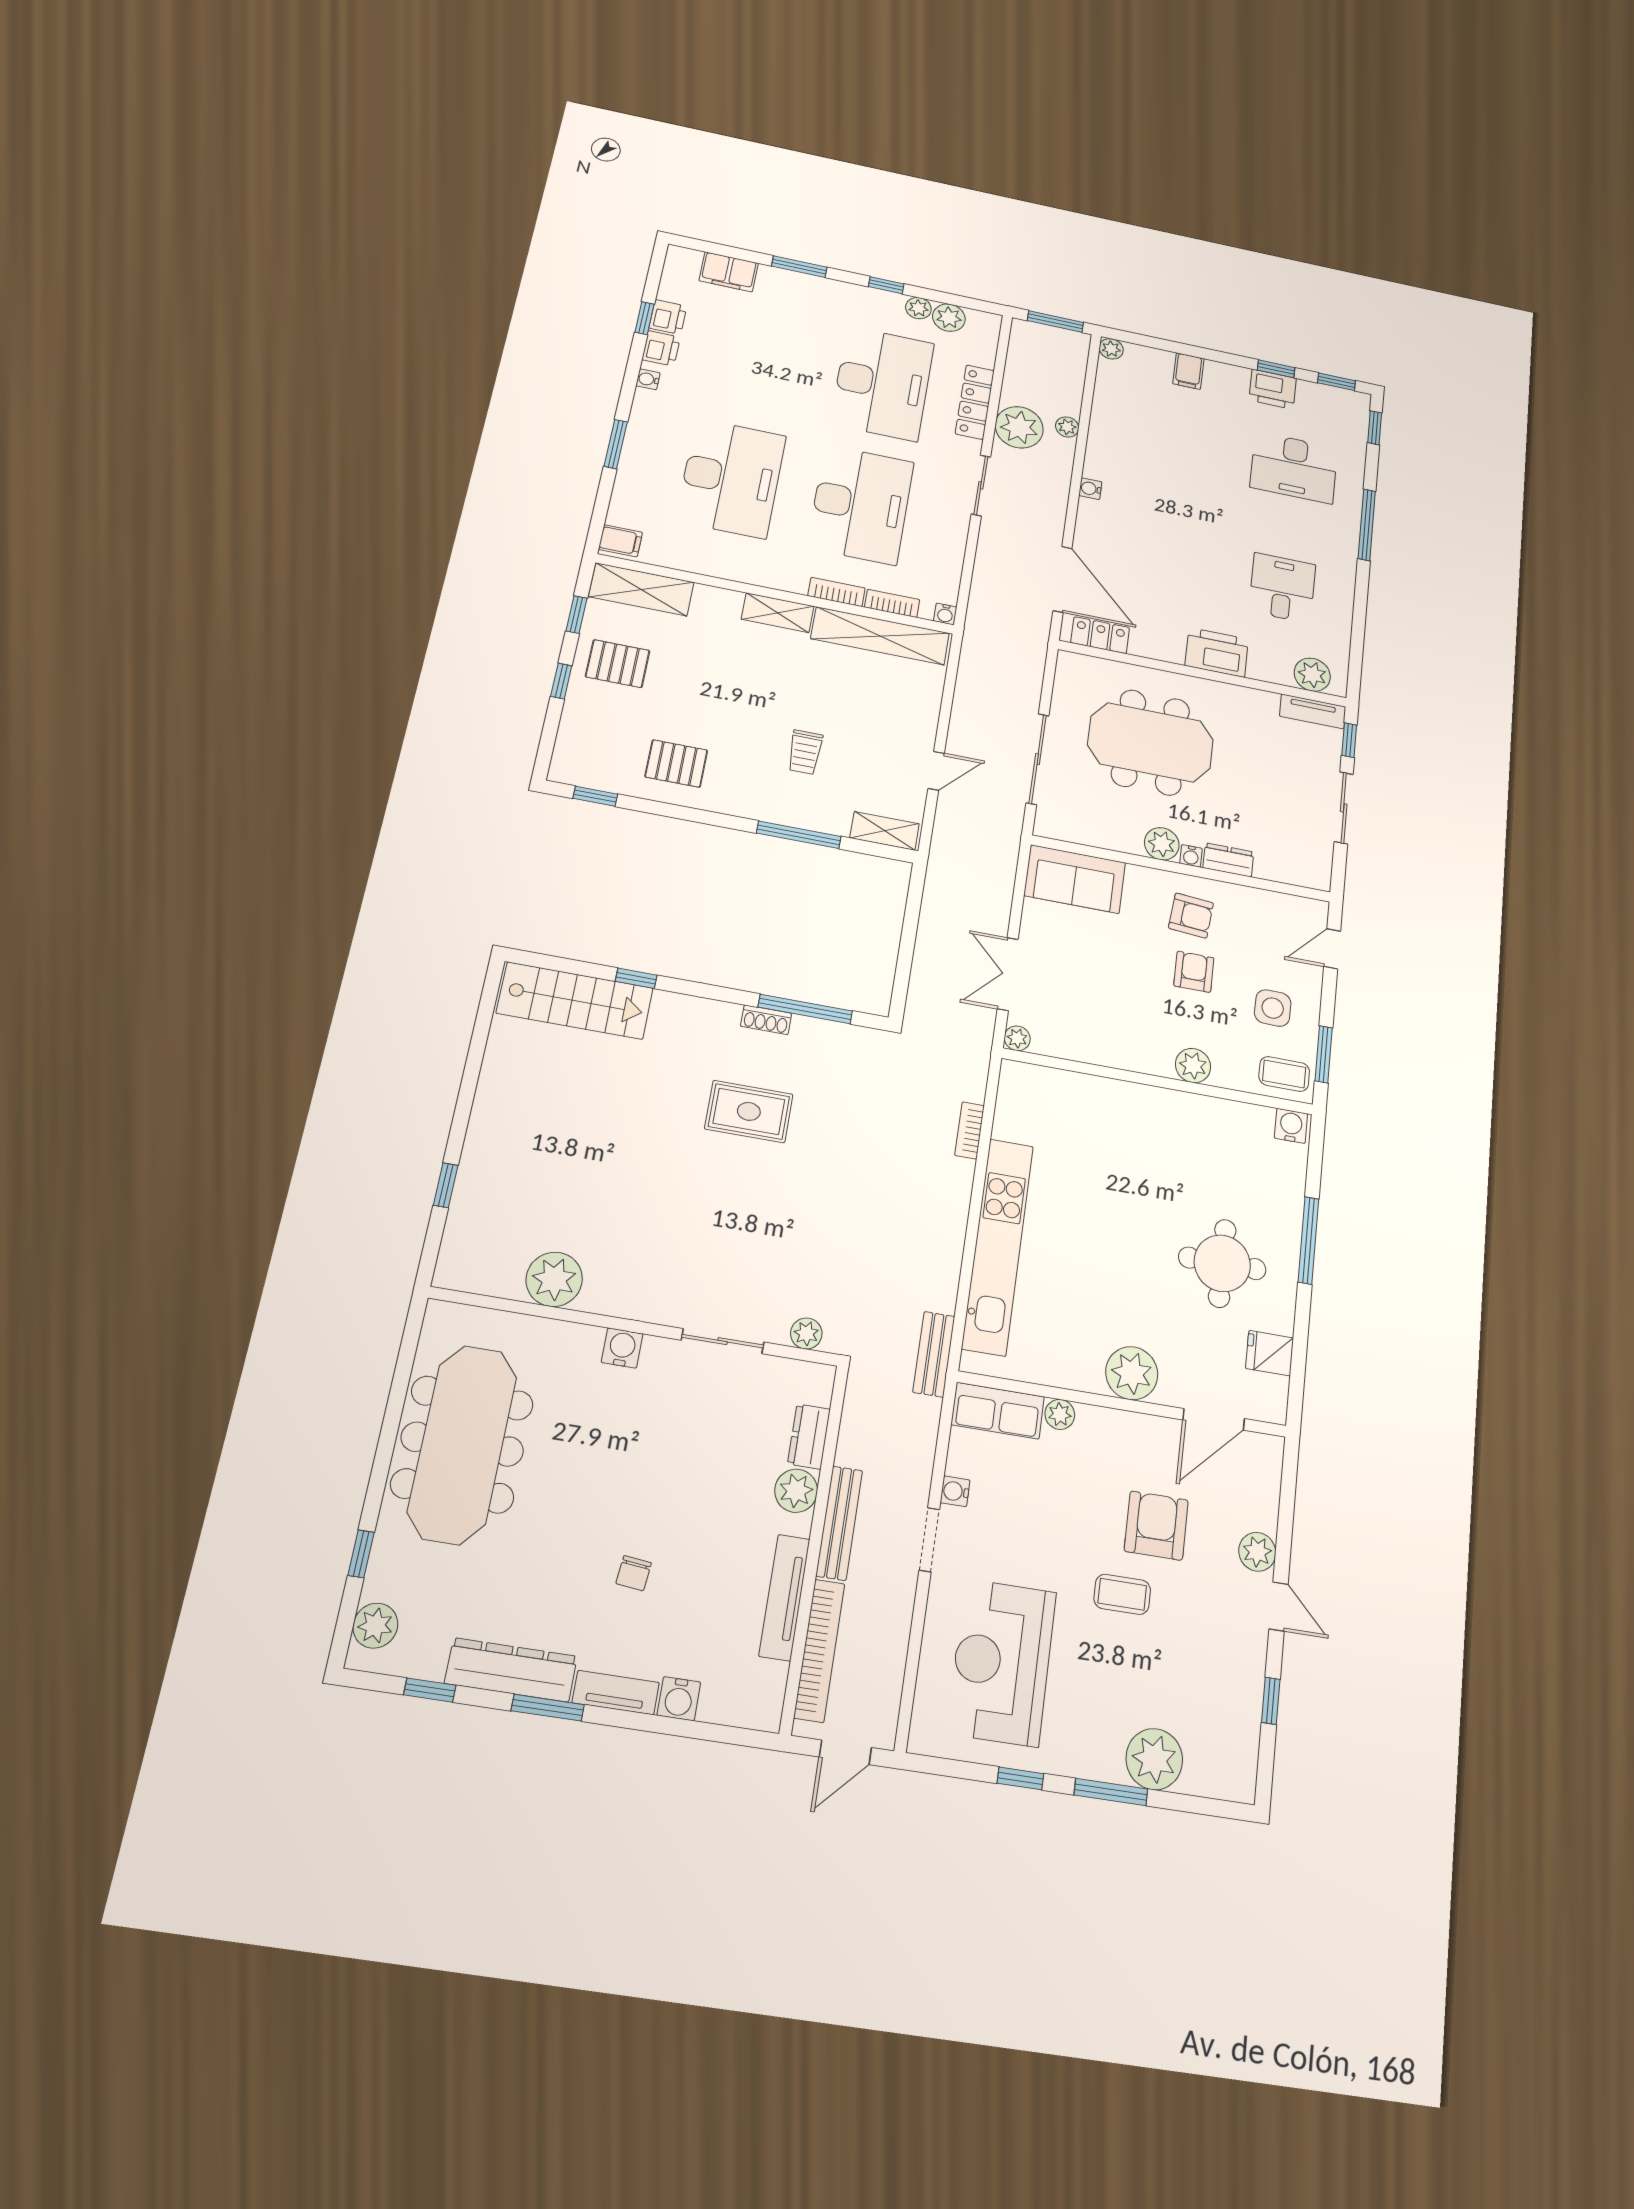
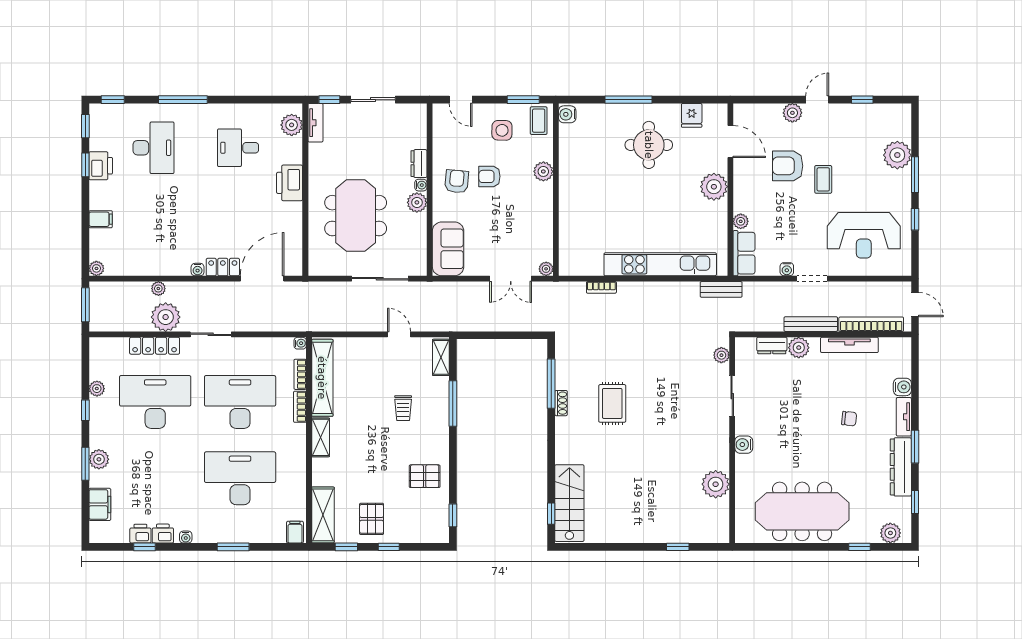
plant: (949, 318) -> (99, 459), moved
locker: (1100, 635) -> (223, 267), moved, turned 90
trolley: (805, 752) -> (403, 408), turned 90
pallet: (676, 764) -> (425, 476), turned 90
window: (636, 978) -> (551, 514), moved

